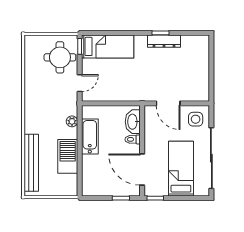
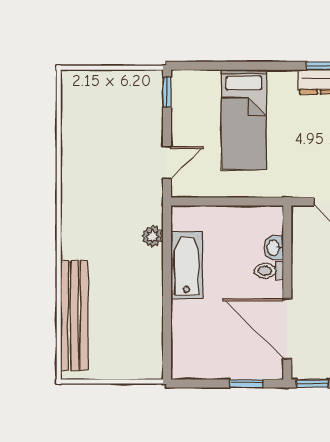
bed: (108, 46) -> (244, 120), moved, turned 90
round table: (60, 57) -> (129, 113), removed
washbasin: (133, 122) -> (274, 248), width x0.52, depth x0.69
barbecue: (68, 156) -> (144, 303), removed

